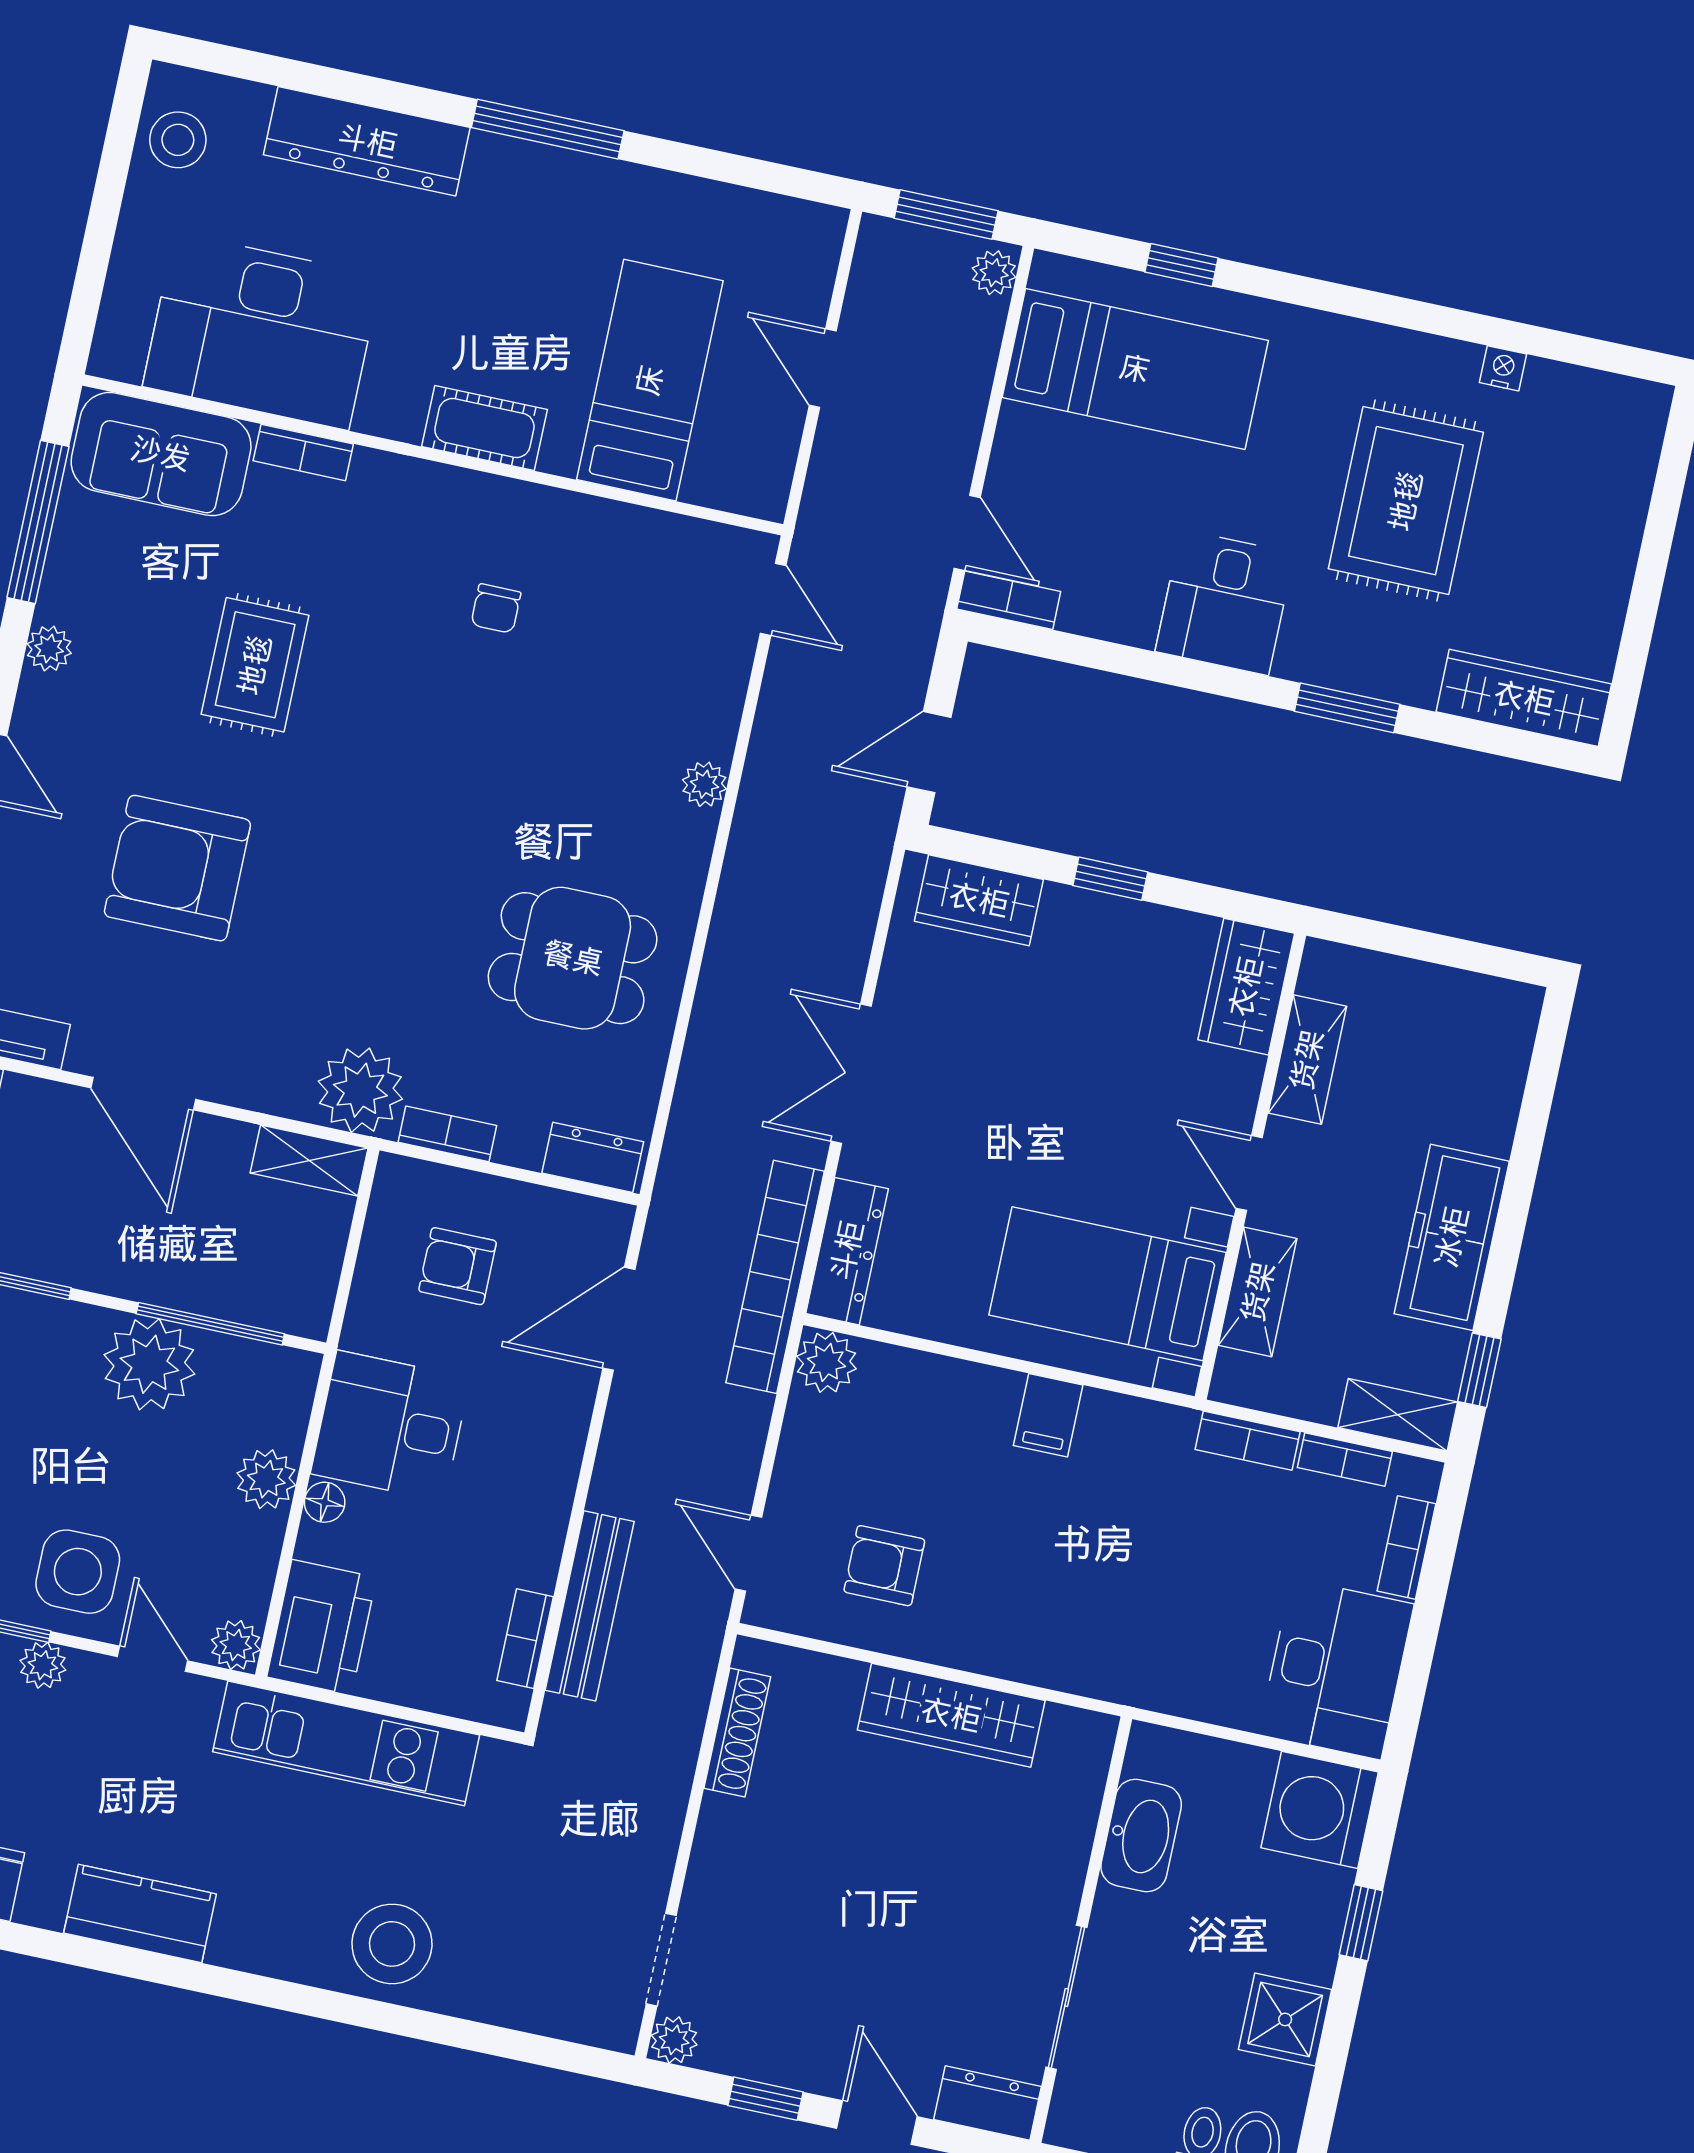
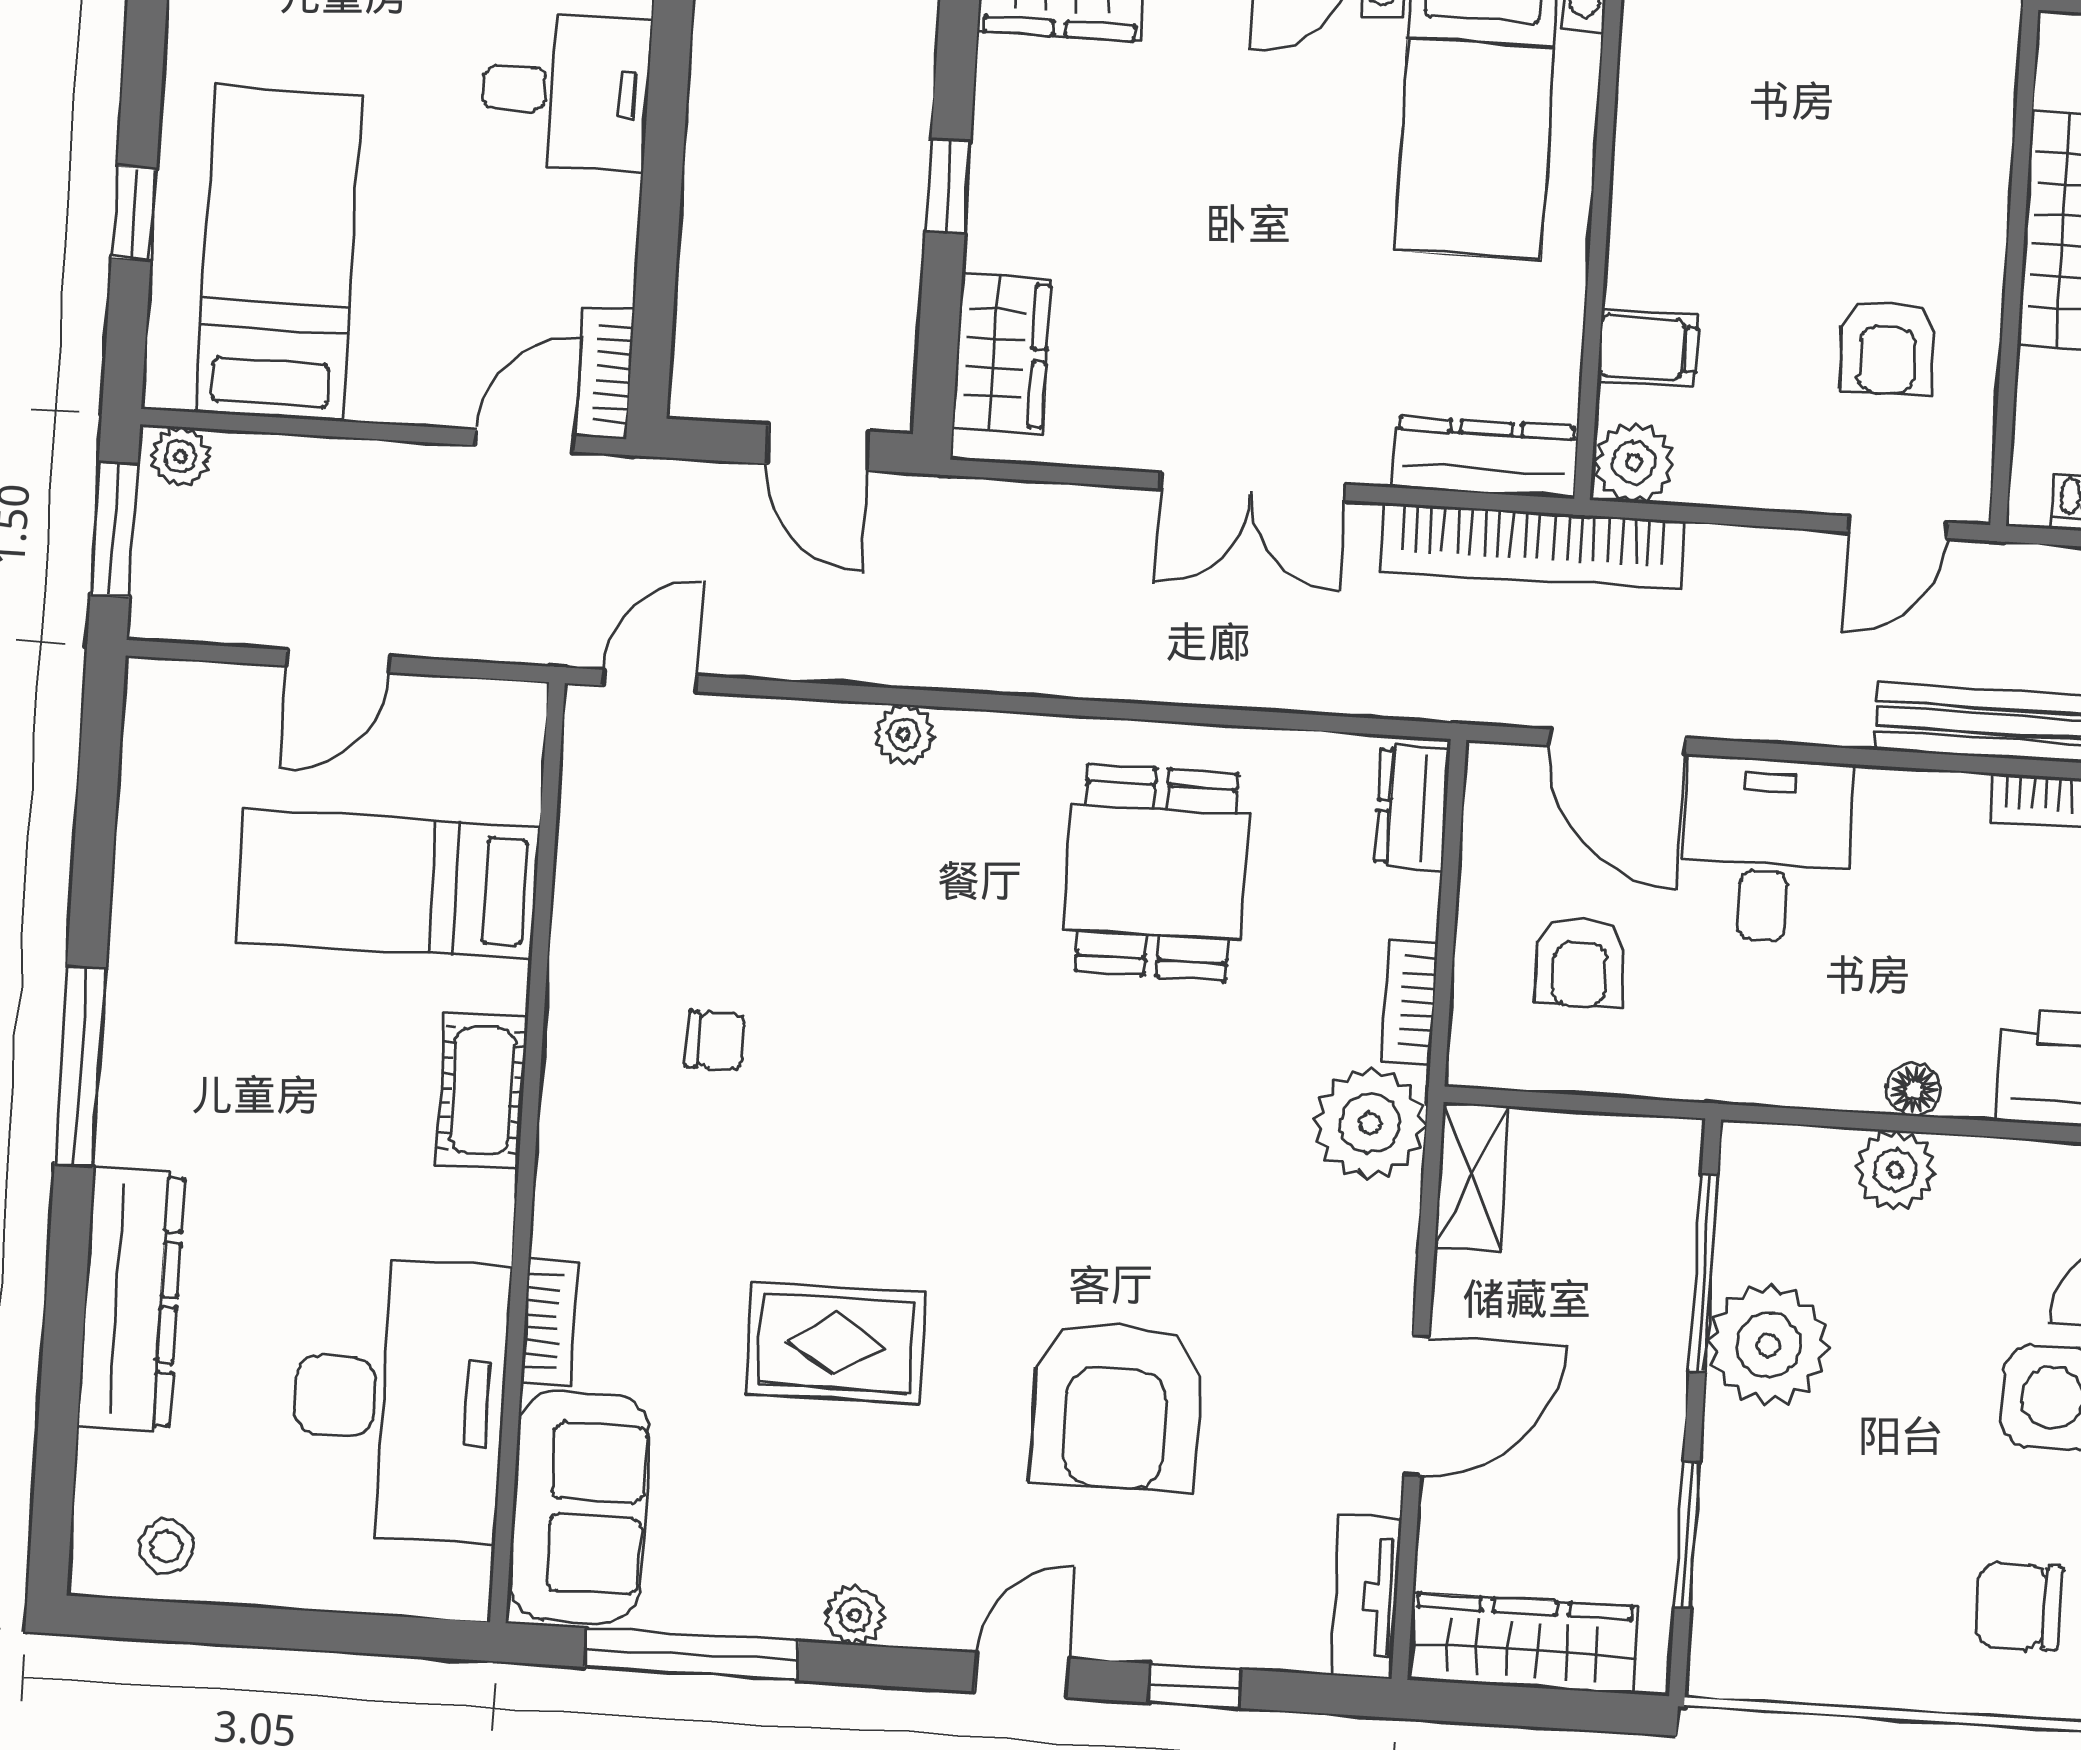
stool: (178, 140) -> (166, 1546), width x0.73, depth x0.73
filing cabinet: (1048, 1415) -> (1648, 348), moved
desk: (390, 1426) -> (1766, 849), moved, turned 180

